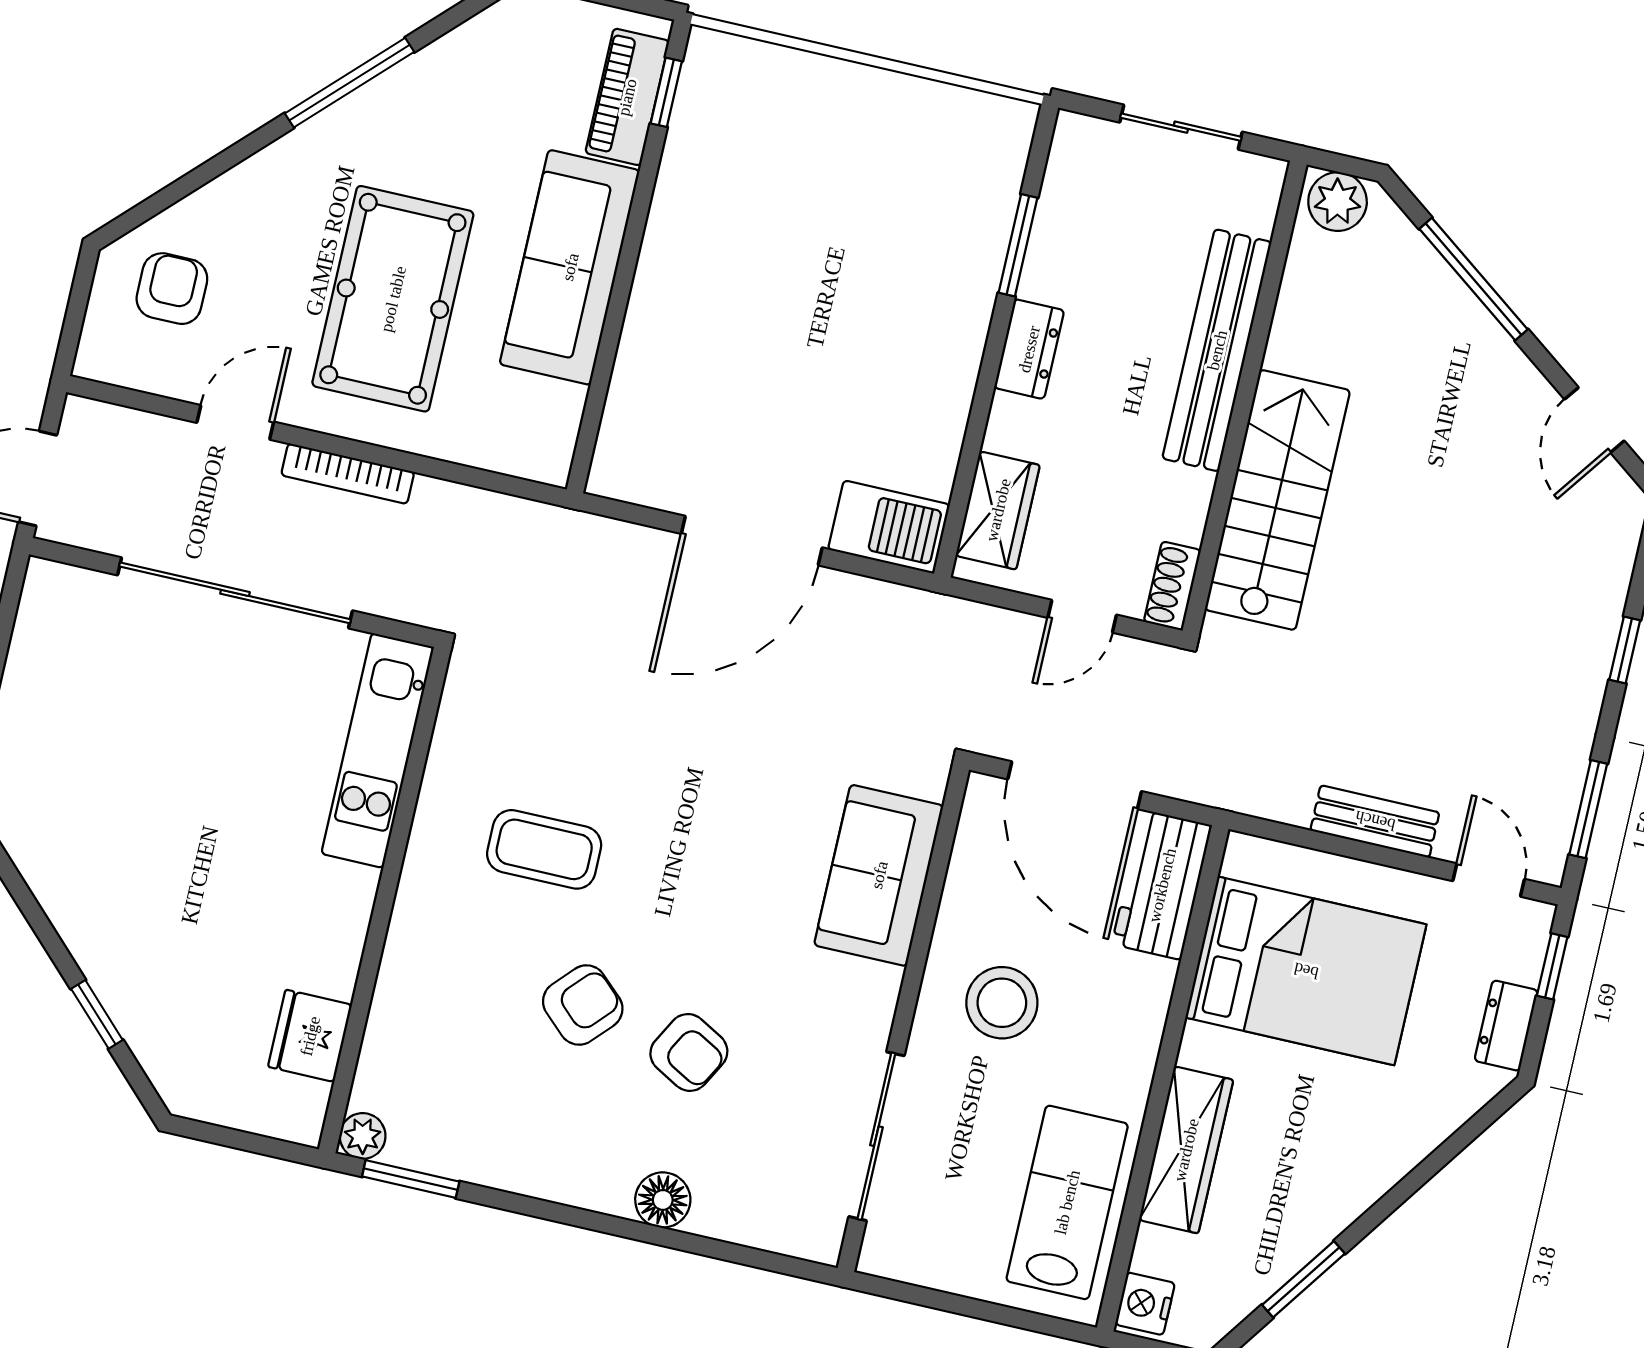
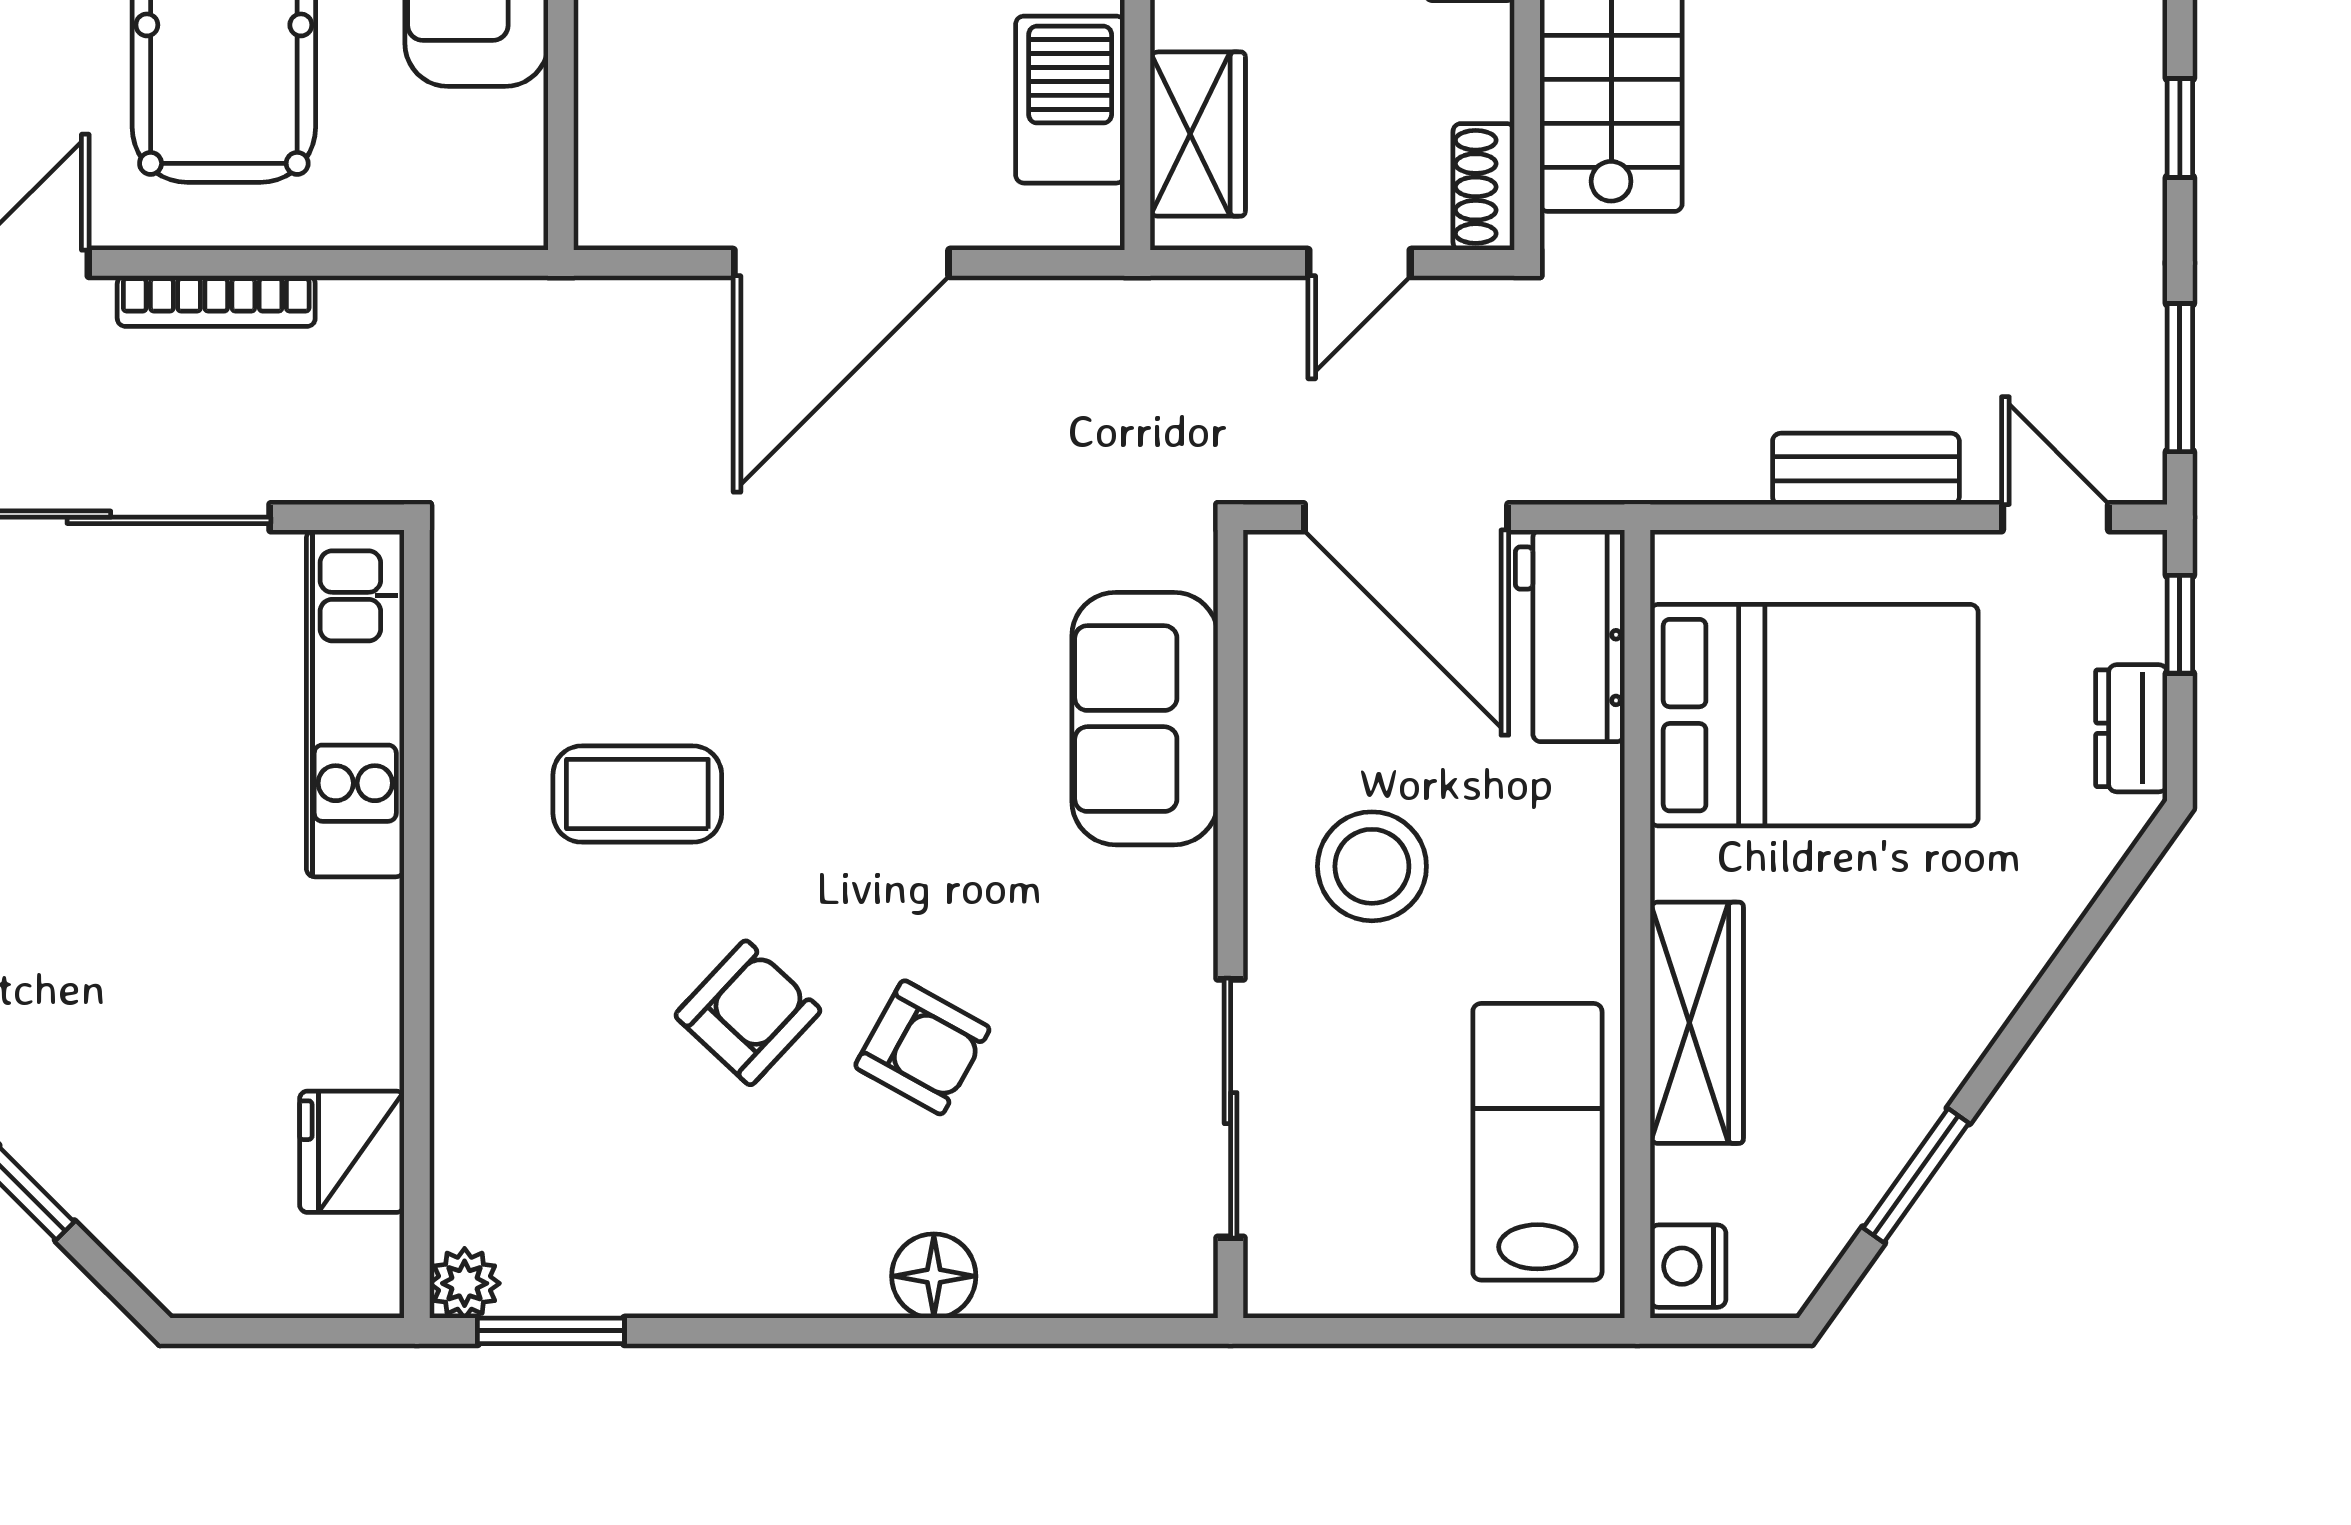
barbecue: (889, 527) -> (1070, 100), moved, turned -90

